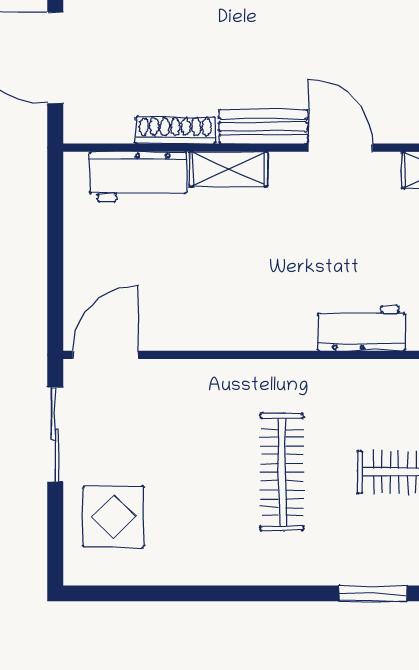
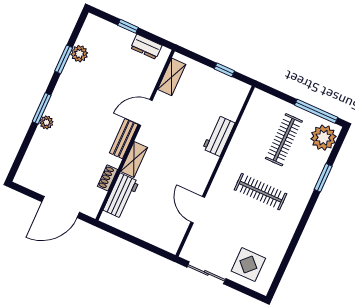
shoe rack: (175, 130) -> (108, 178), width x0.70
door: (106, 355) -> (198, 210), moved

